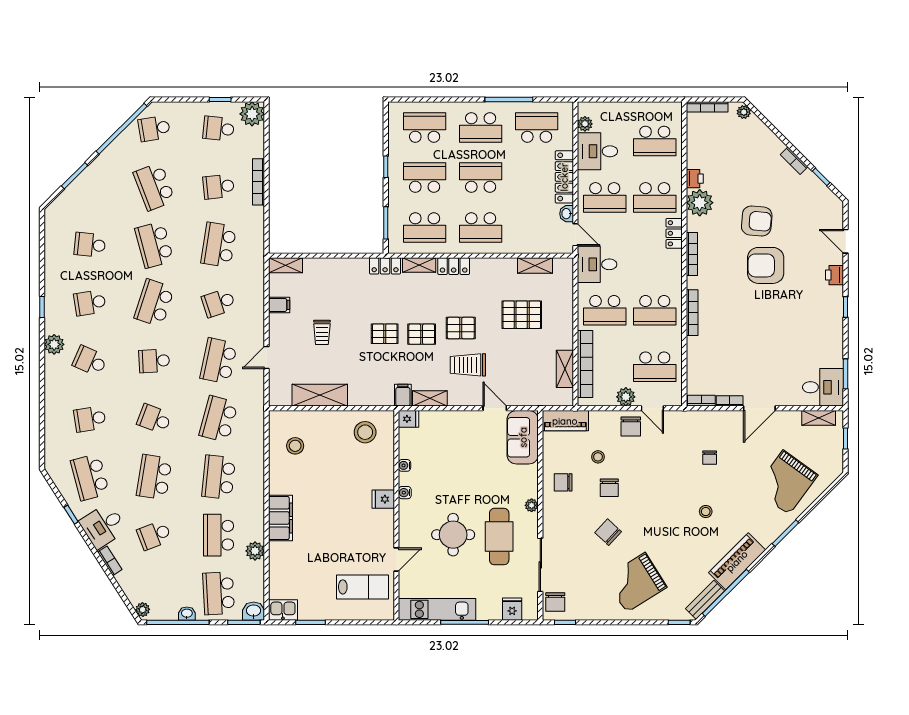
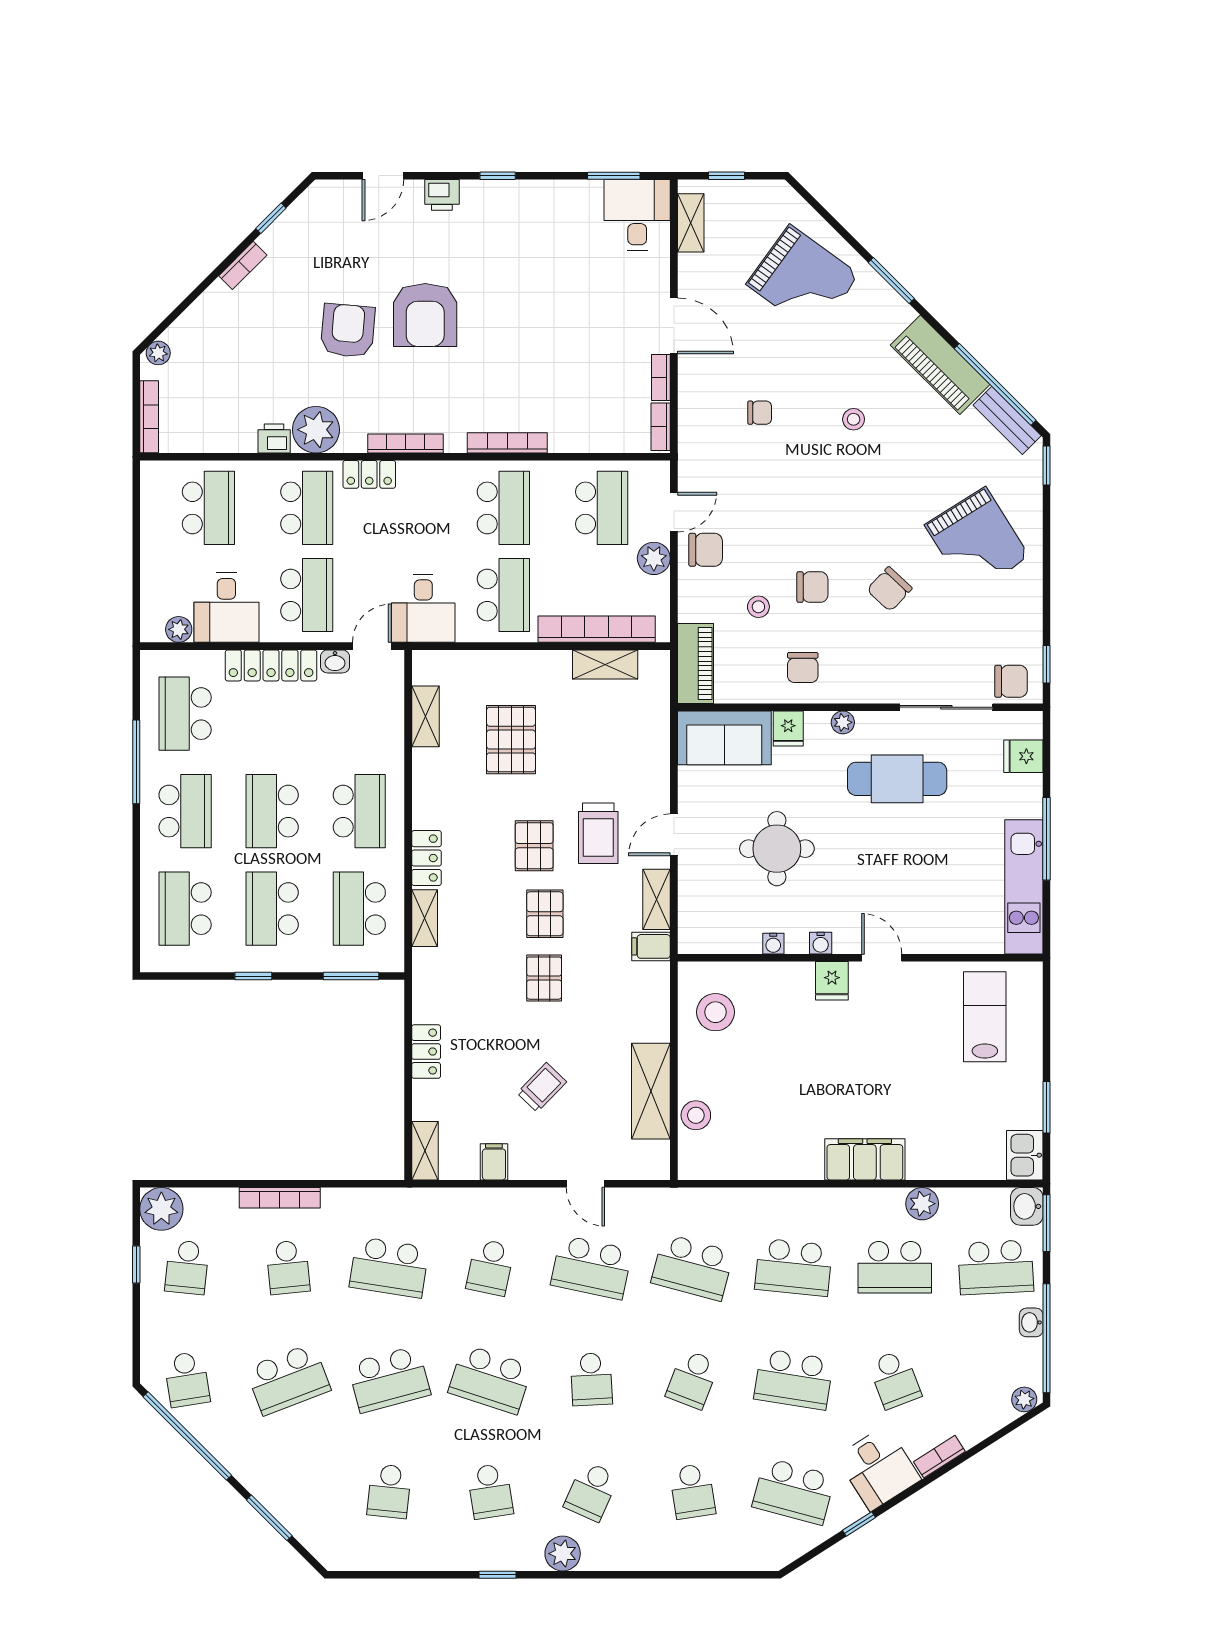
school desk: (425, 228) -> (359, 909), turned 180
locker: (385, 266) -> (426, 1052), moved
school desk: (219, 303) -> (490, 1267), turned 30
trolley: (322, 332) -> (542, 1087), turned -46
door: (495, 408) -> (674, 835), moved
fridge: (409, 419) -> (788, 729), moved, turned 180
stool: (295, 446) -> (696, 1115), moved
school desk: (90, 477) -> (794, 1491), turned 30
round table: (453, 535) -> (777, 849), moved
door: (396, 560) -> (882, 958), moved

